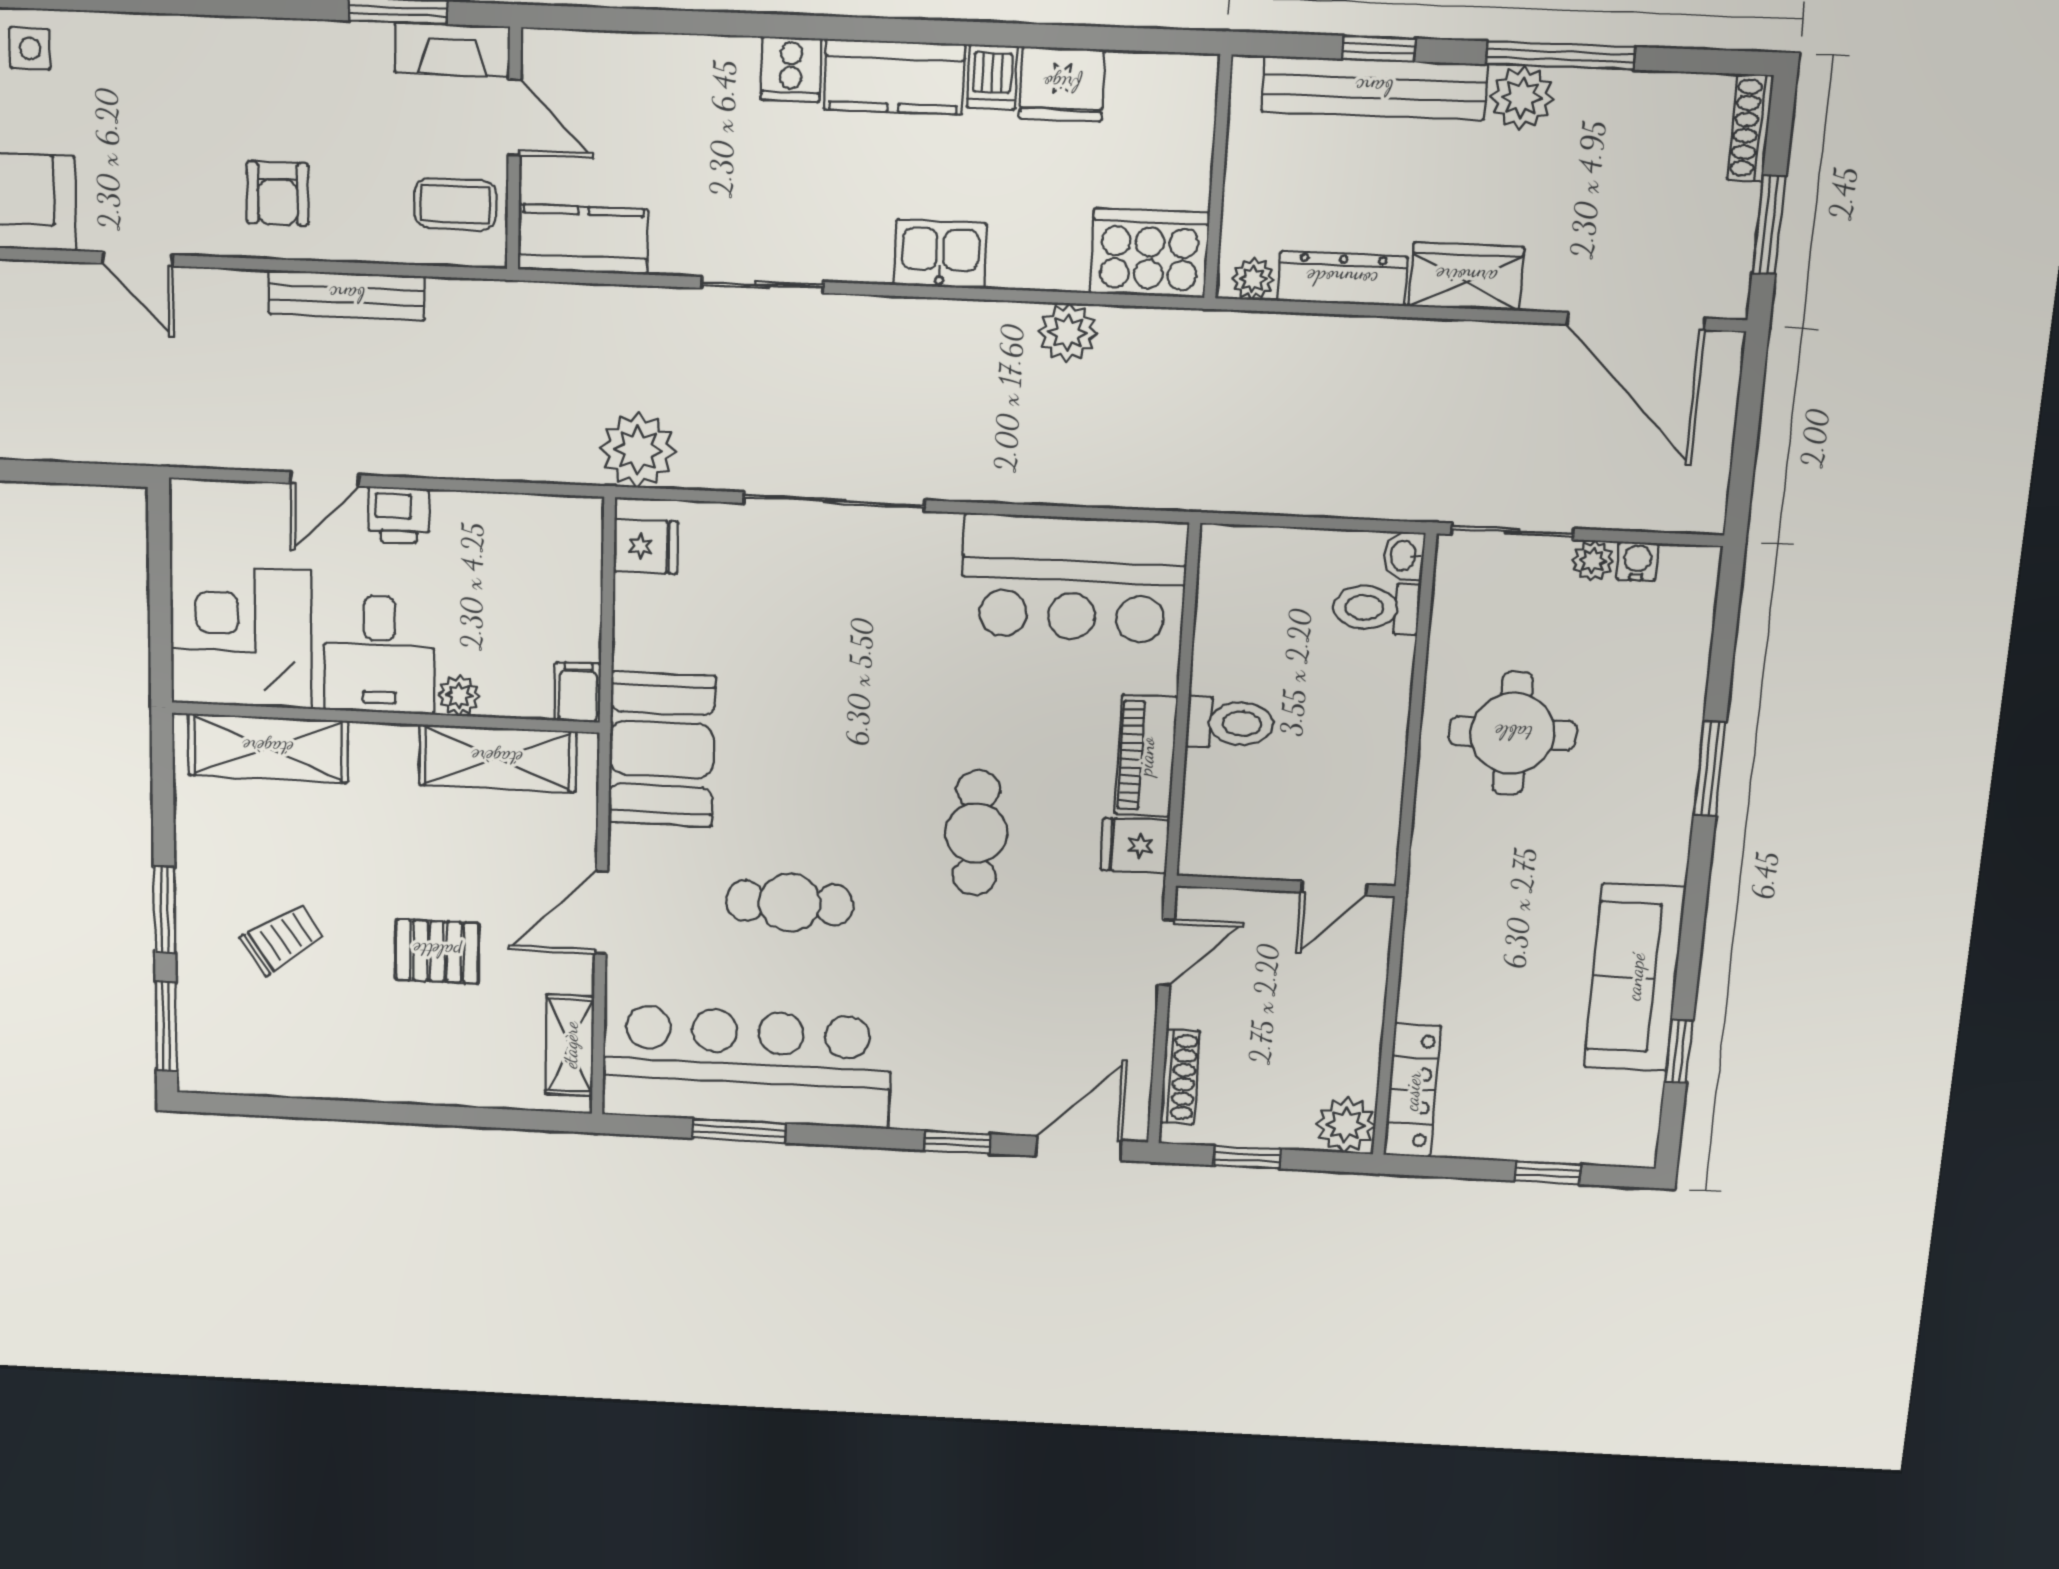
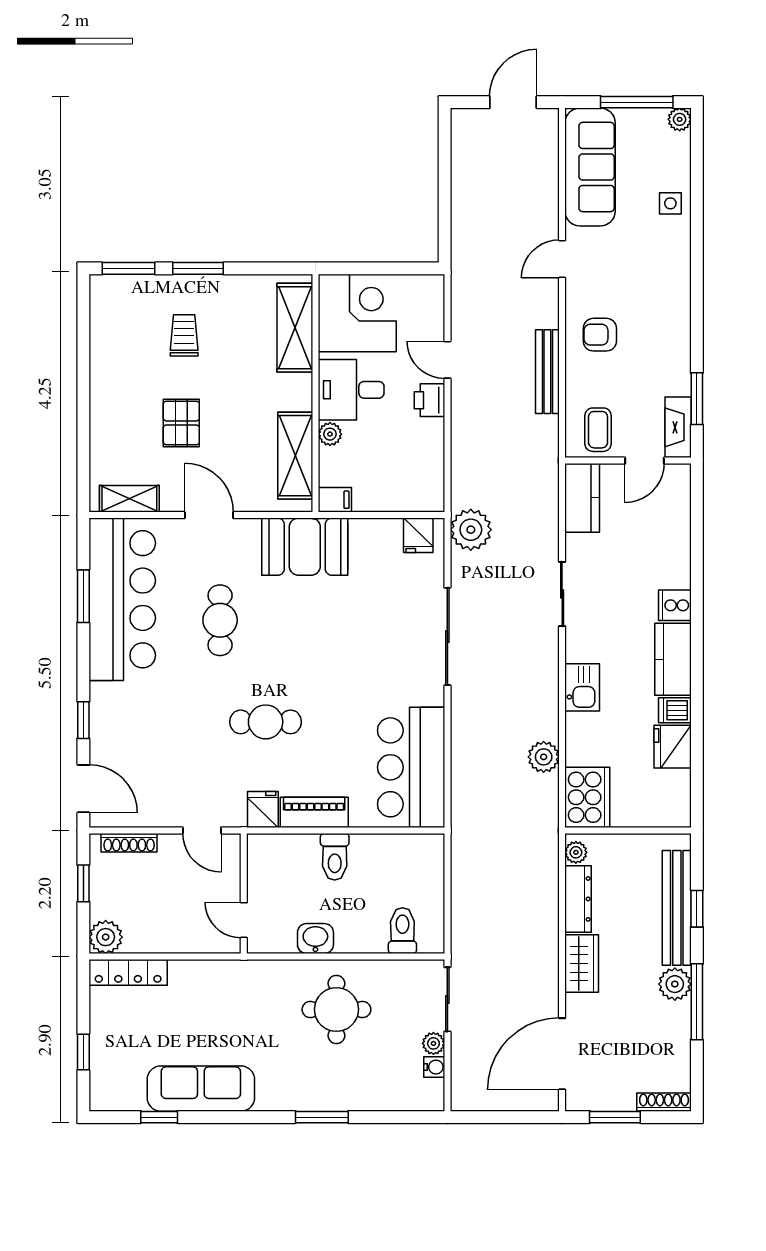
washbasin: (1404, 556) -> (315, 939), moved, width x1.38, depth x1.45
trolley: (282, 939) -> (184, 335), turned -146

